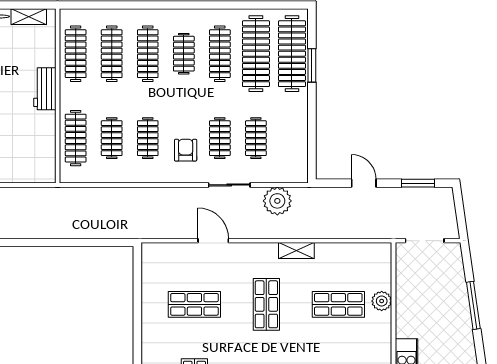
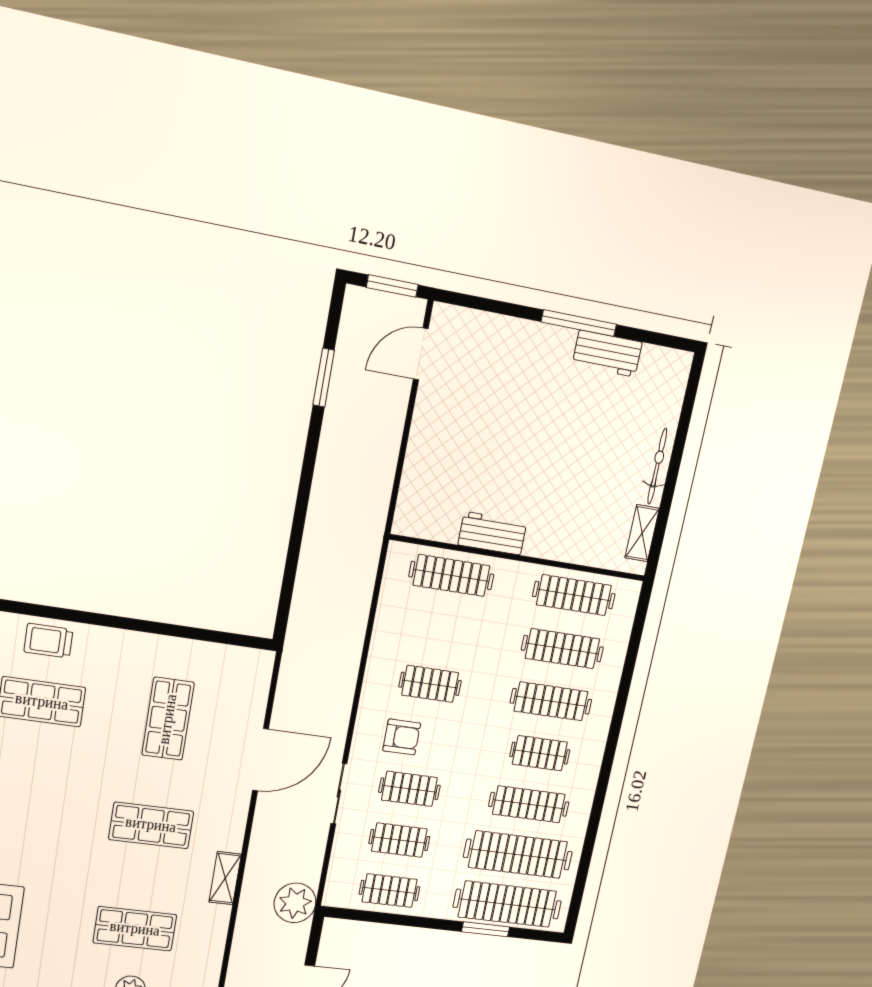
workbench: (45, 89) -> (492, 533), moved
clothes rail: (112, 138) -> (389, 891), moved
plant: (277, 201) -> (295, 903), moved
door: (213, 241) -> (261, 760), width x1.36
shop shelf: (338, 304) -> (135, 929), turned 90

